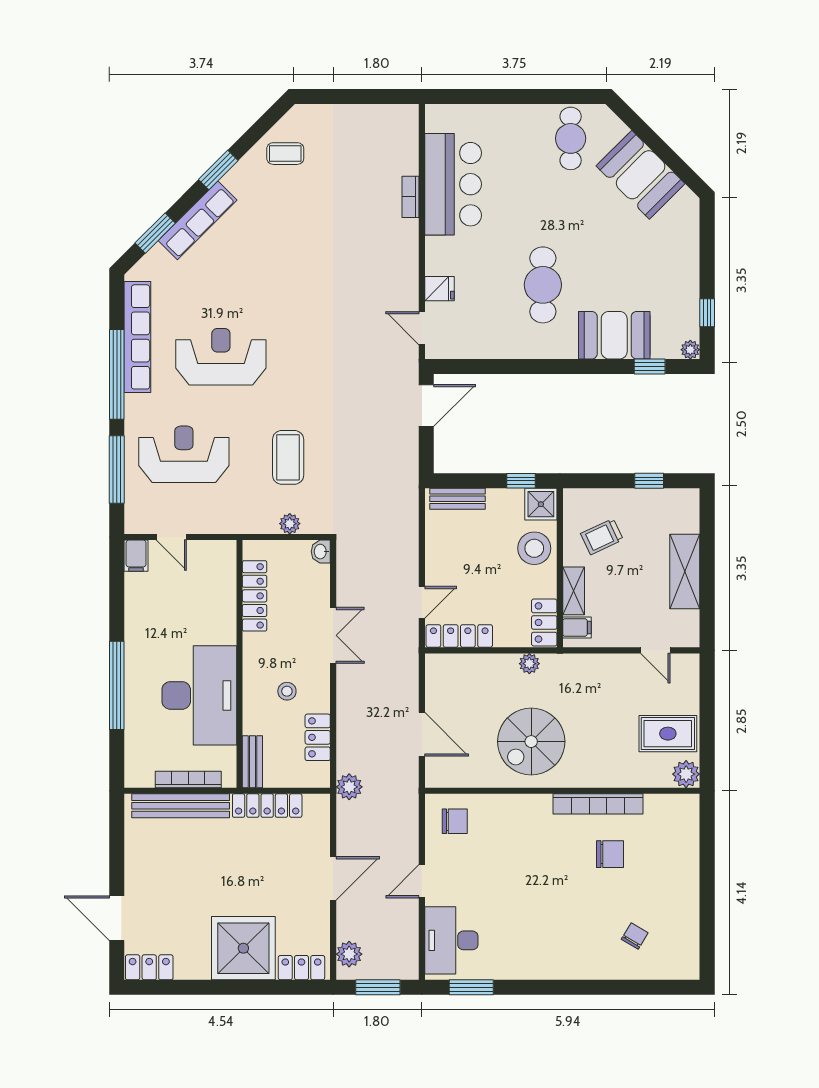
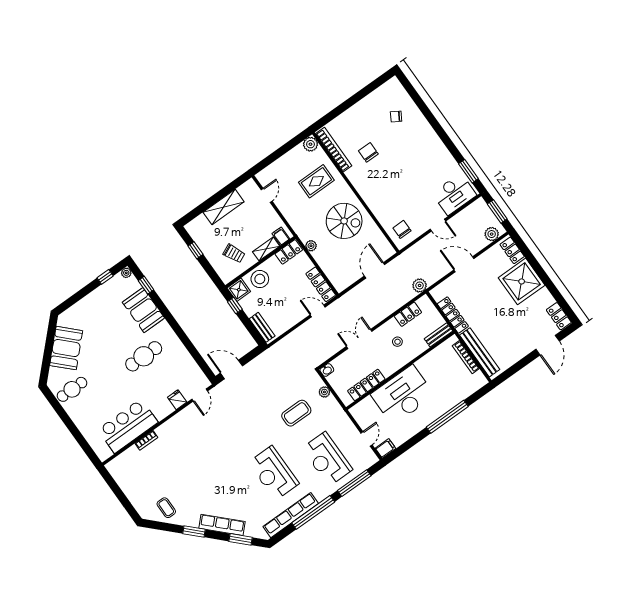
desk: (199, 695) -> (403, 395), moved
rug: (668, 734) -> (316, 181), moved, turned 90
bookcase: (598, 804) -> (334, 150), moved

